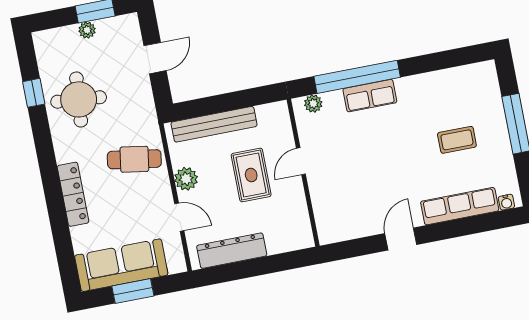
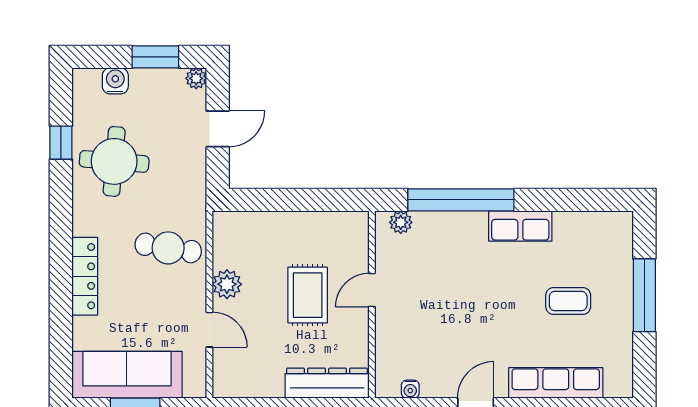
plant: (87, 30) -> (196, 78), moved
water cooler: (67, 36) -> (115, 81), added
row of seats: (370, 96) -> (520, 226), moved
bench: (214, 124) -> (274, 224), removed
water cooler: (506, 202) -> (410, 389), moved
dresser: (232, 251) -> (327, 383), moved

